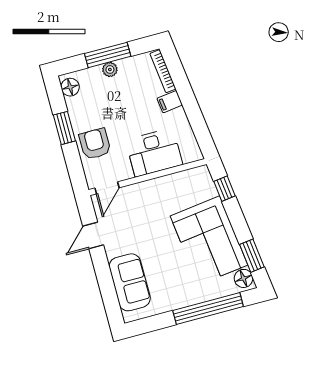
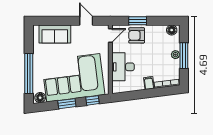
window: (64, 128) -> (138, 21), moved
armchair: (95, 144) -> (137, 35), turned 180
door: (107, 188) -> (110, 36), swing flipped
corner sofa: (209, 240) -> (73, 78), width x1.36, depth x1.36
window: (252, 256) -> (67, 104), moved

